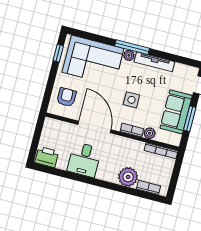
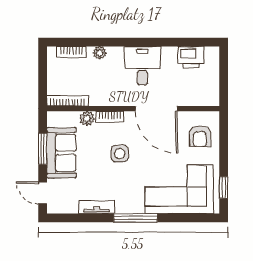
plant: (129, 55) -> (137, 207), removed
tv unit: (154, 62) -> (97, 207), width x0.71
printer: (47, 157) -> (191, 57), moved
desk: (84, 160) -> (142, 66), moved
plant: (128, 177) -> (100, 53), width x0.53, depth x0.53

